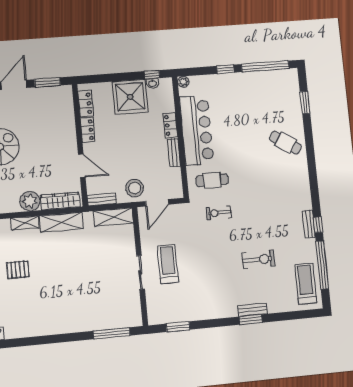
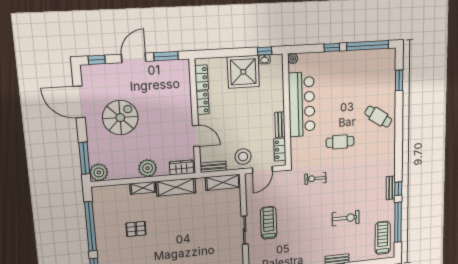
locker: (170, 125) -> (280, 150), moved
cafe table: (212, 180) -> (340, 142), moved
wardrobe: (60, 201) -> (181, 168), width x0.67

